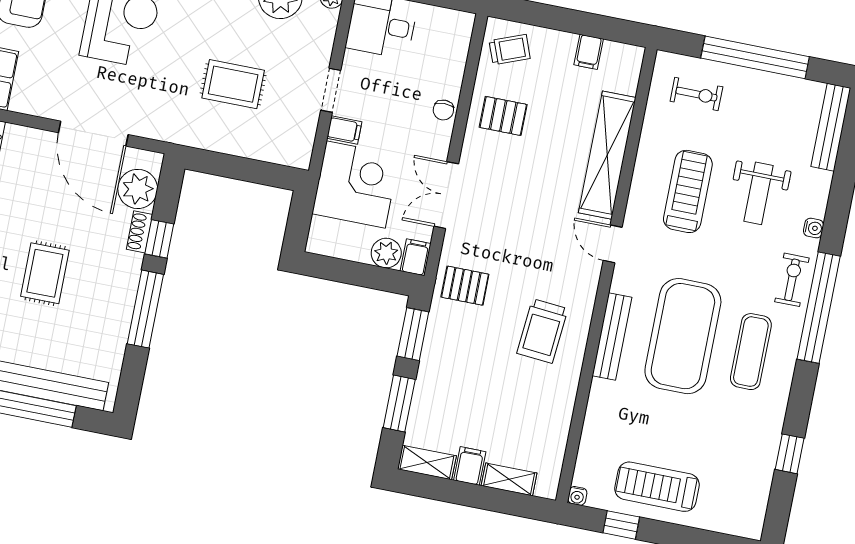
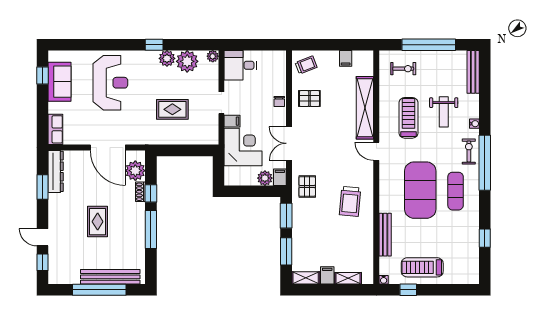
pallet: (465, 286) -> (307, 186), turned 90
bench: (612, 337) -> (385, 235), moved

